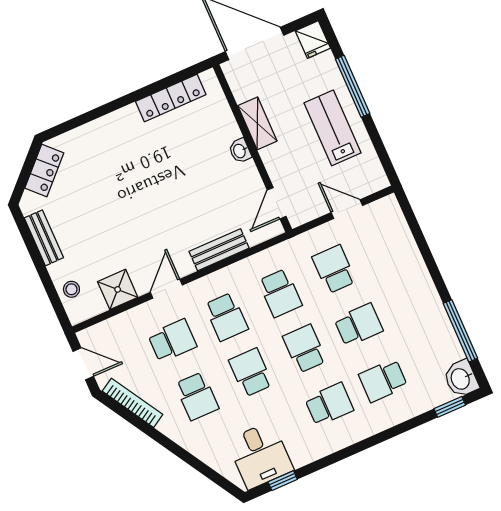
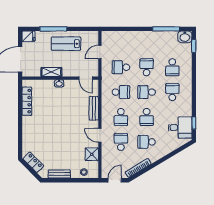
school desk: (226, 317) -> (121, 117), turned 90
school desk: (251, 372) -> (147, 117), turned -90
school desk: (197, 396) -> (147, 142), turned 180

